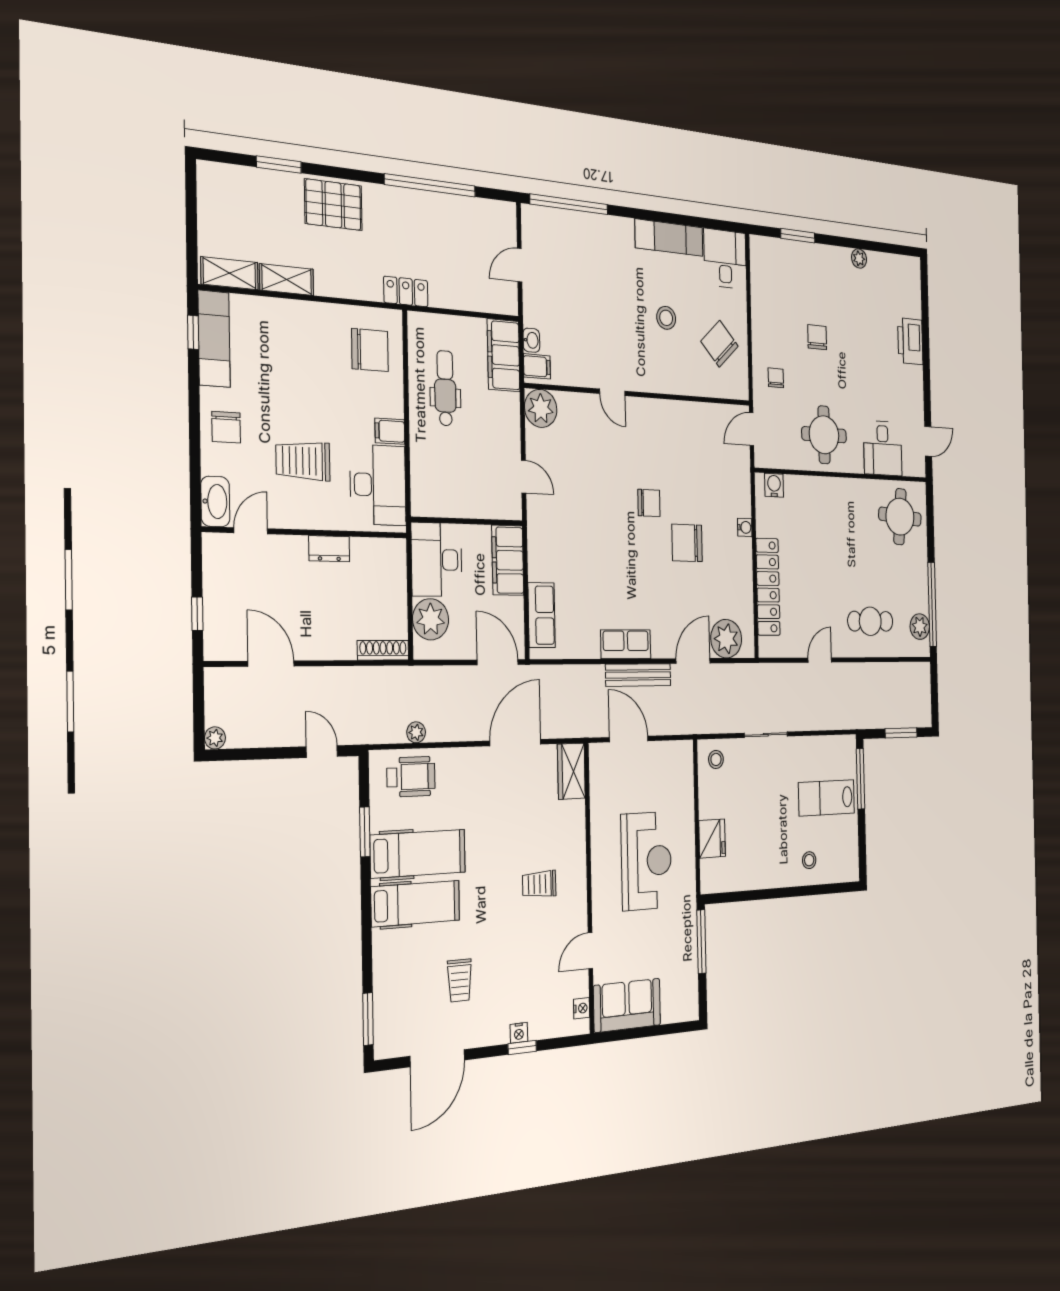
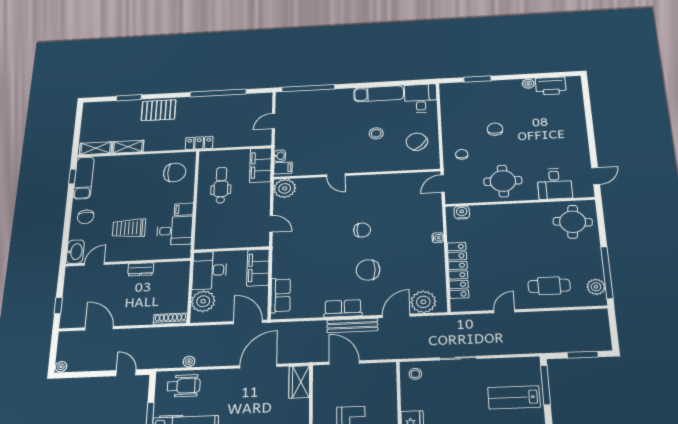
printer: (910, 341) -> (551, 86), moved, turned -90
desk: (378, 485) -> (174, 231), width x0.73
chair: (687, 543) -> (368, 270), moved

